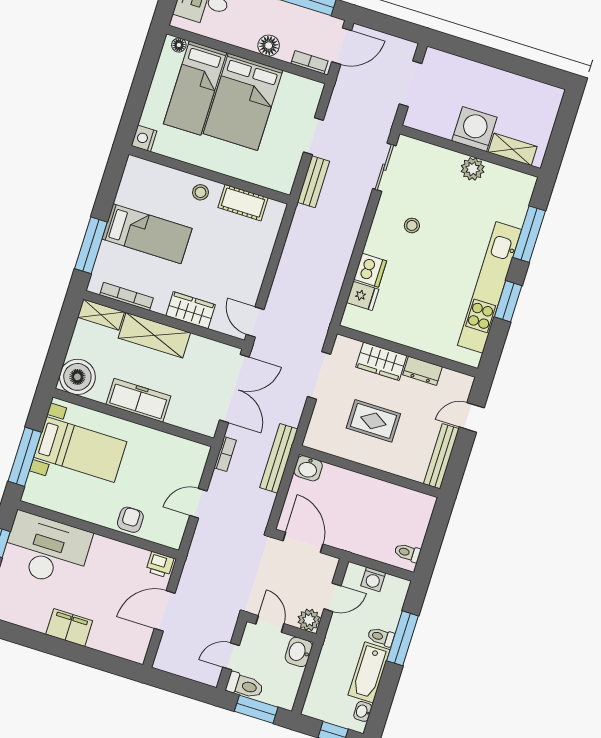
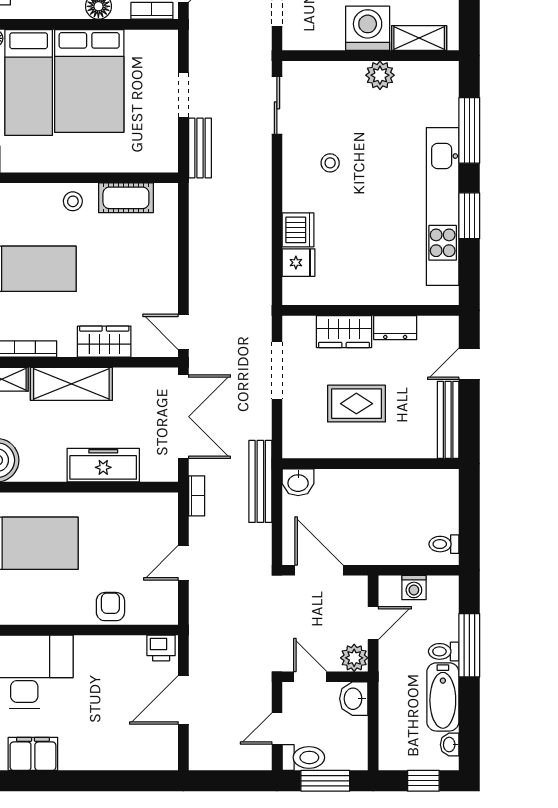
freezer: (138, 400) -> (103, 465), moved
filing cabinet: (69, 627) -> (33, 754), moved

